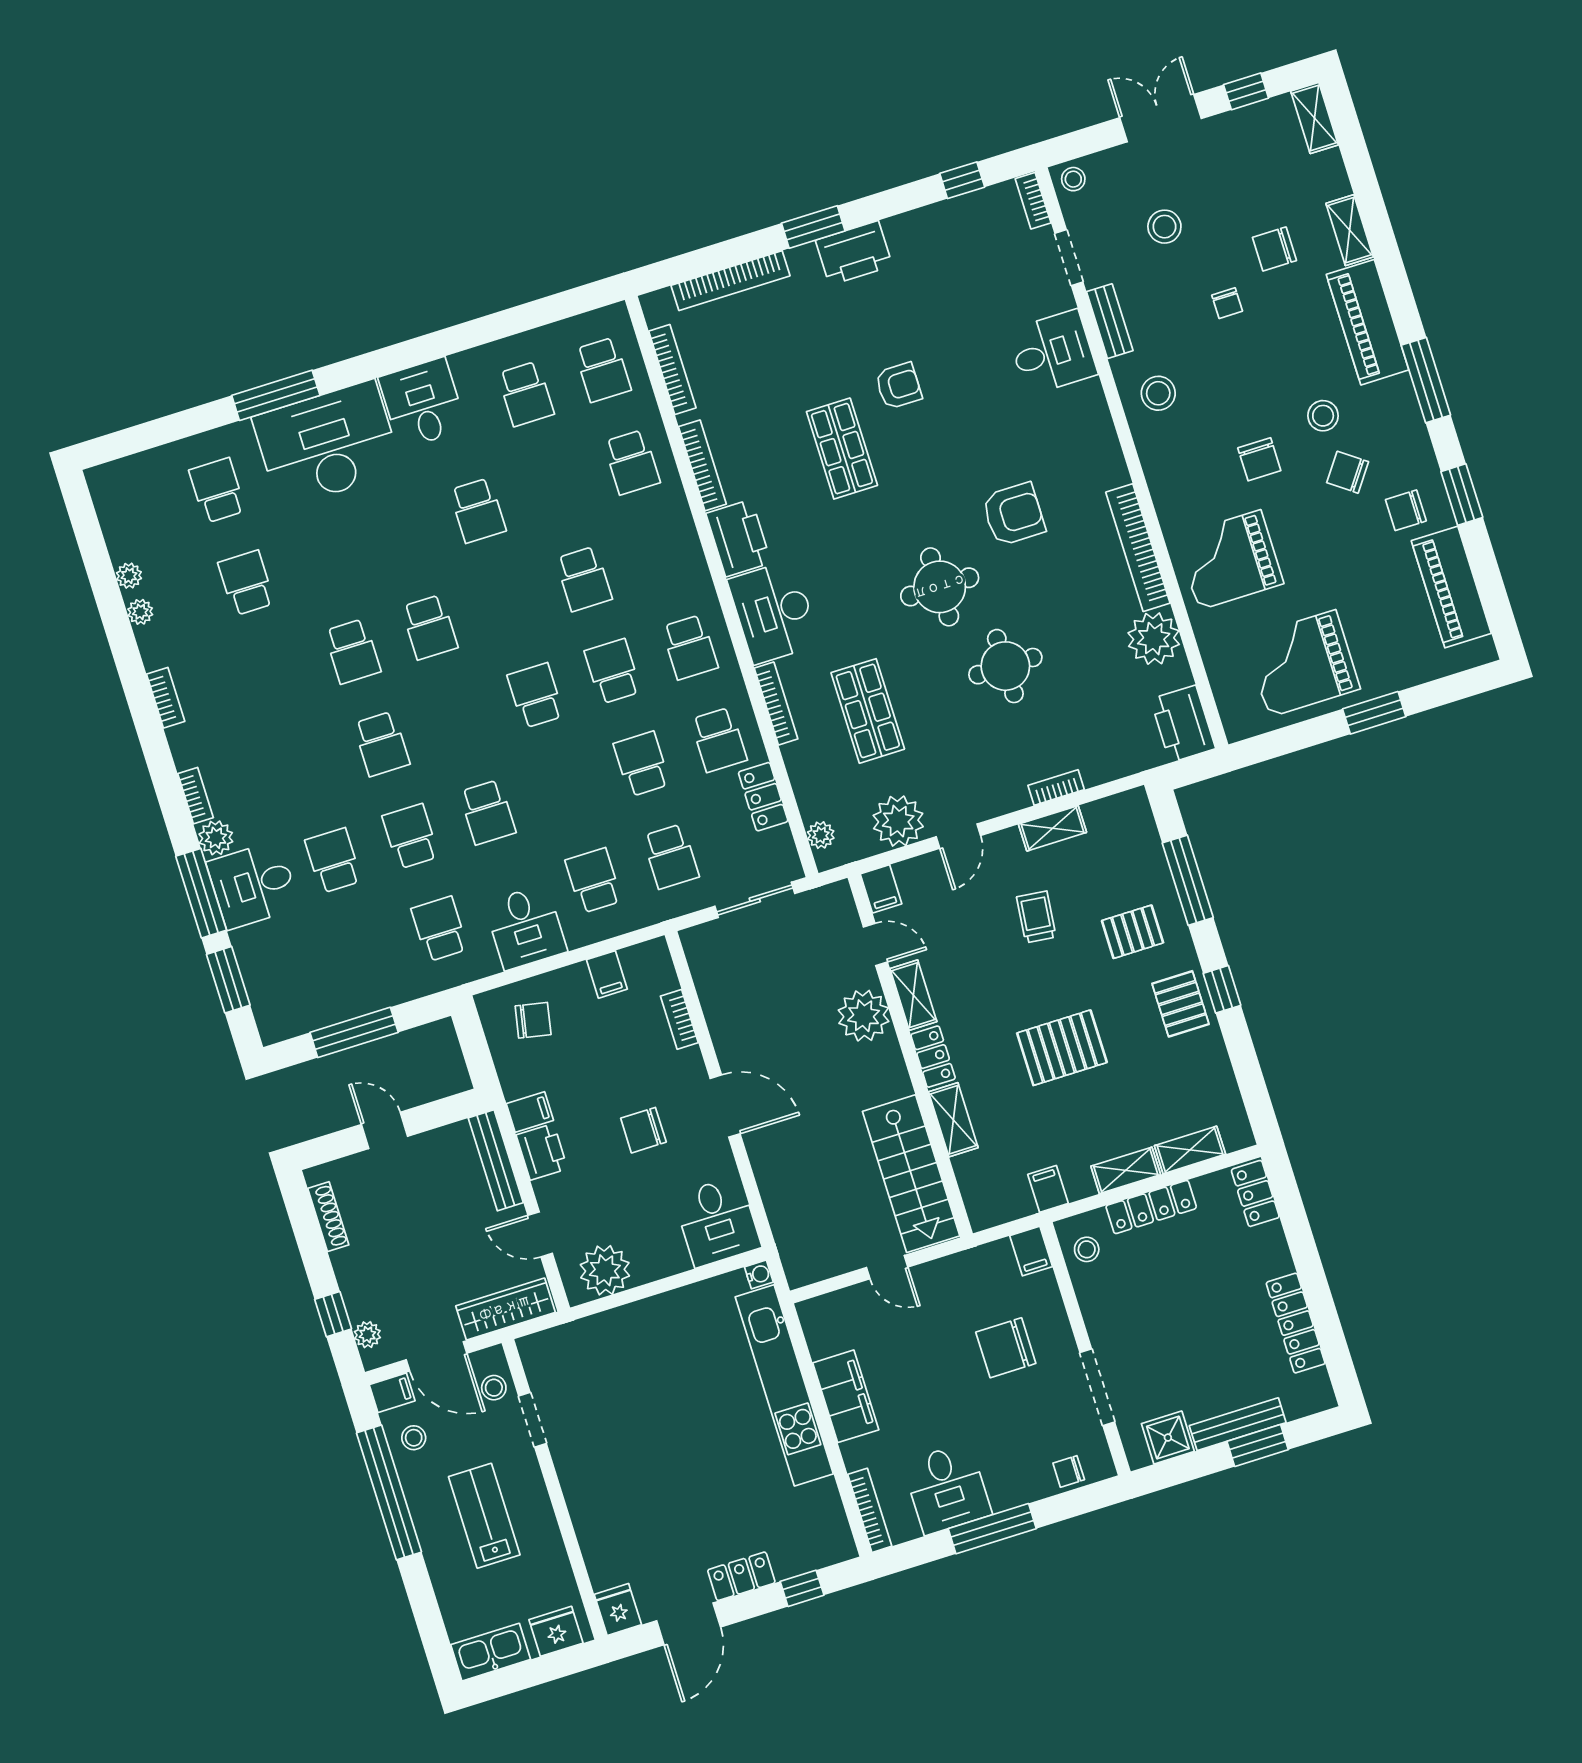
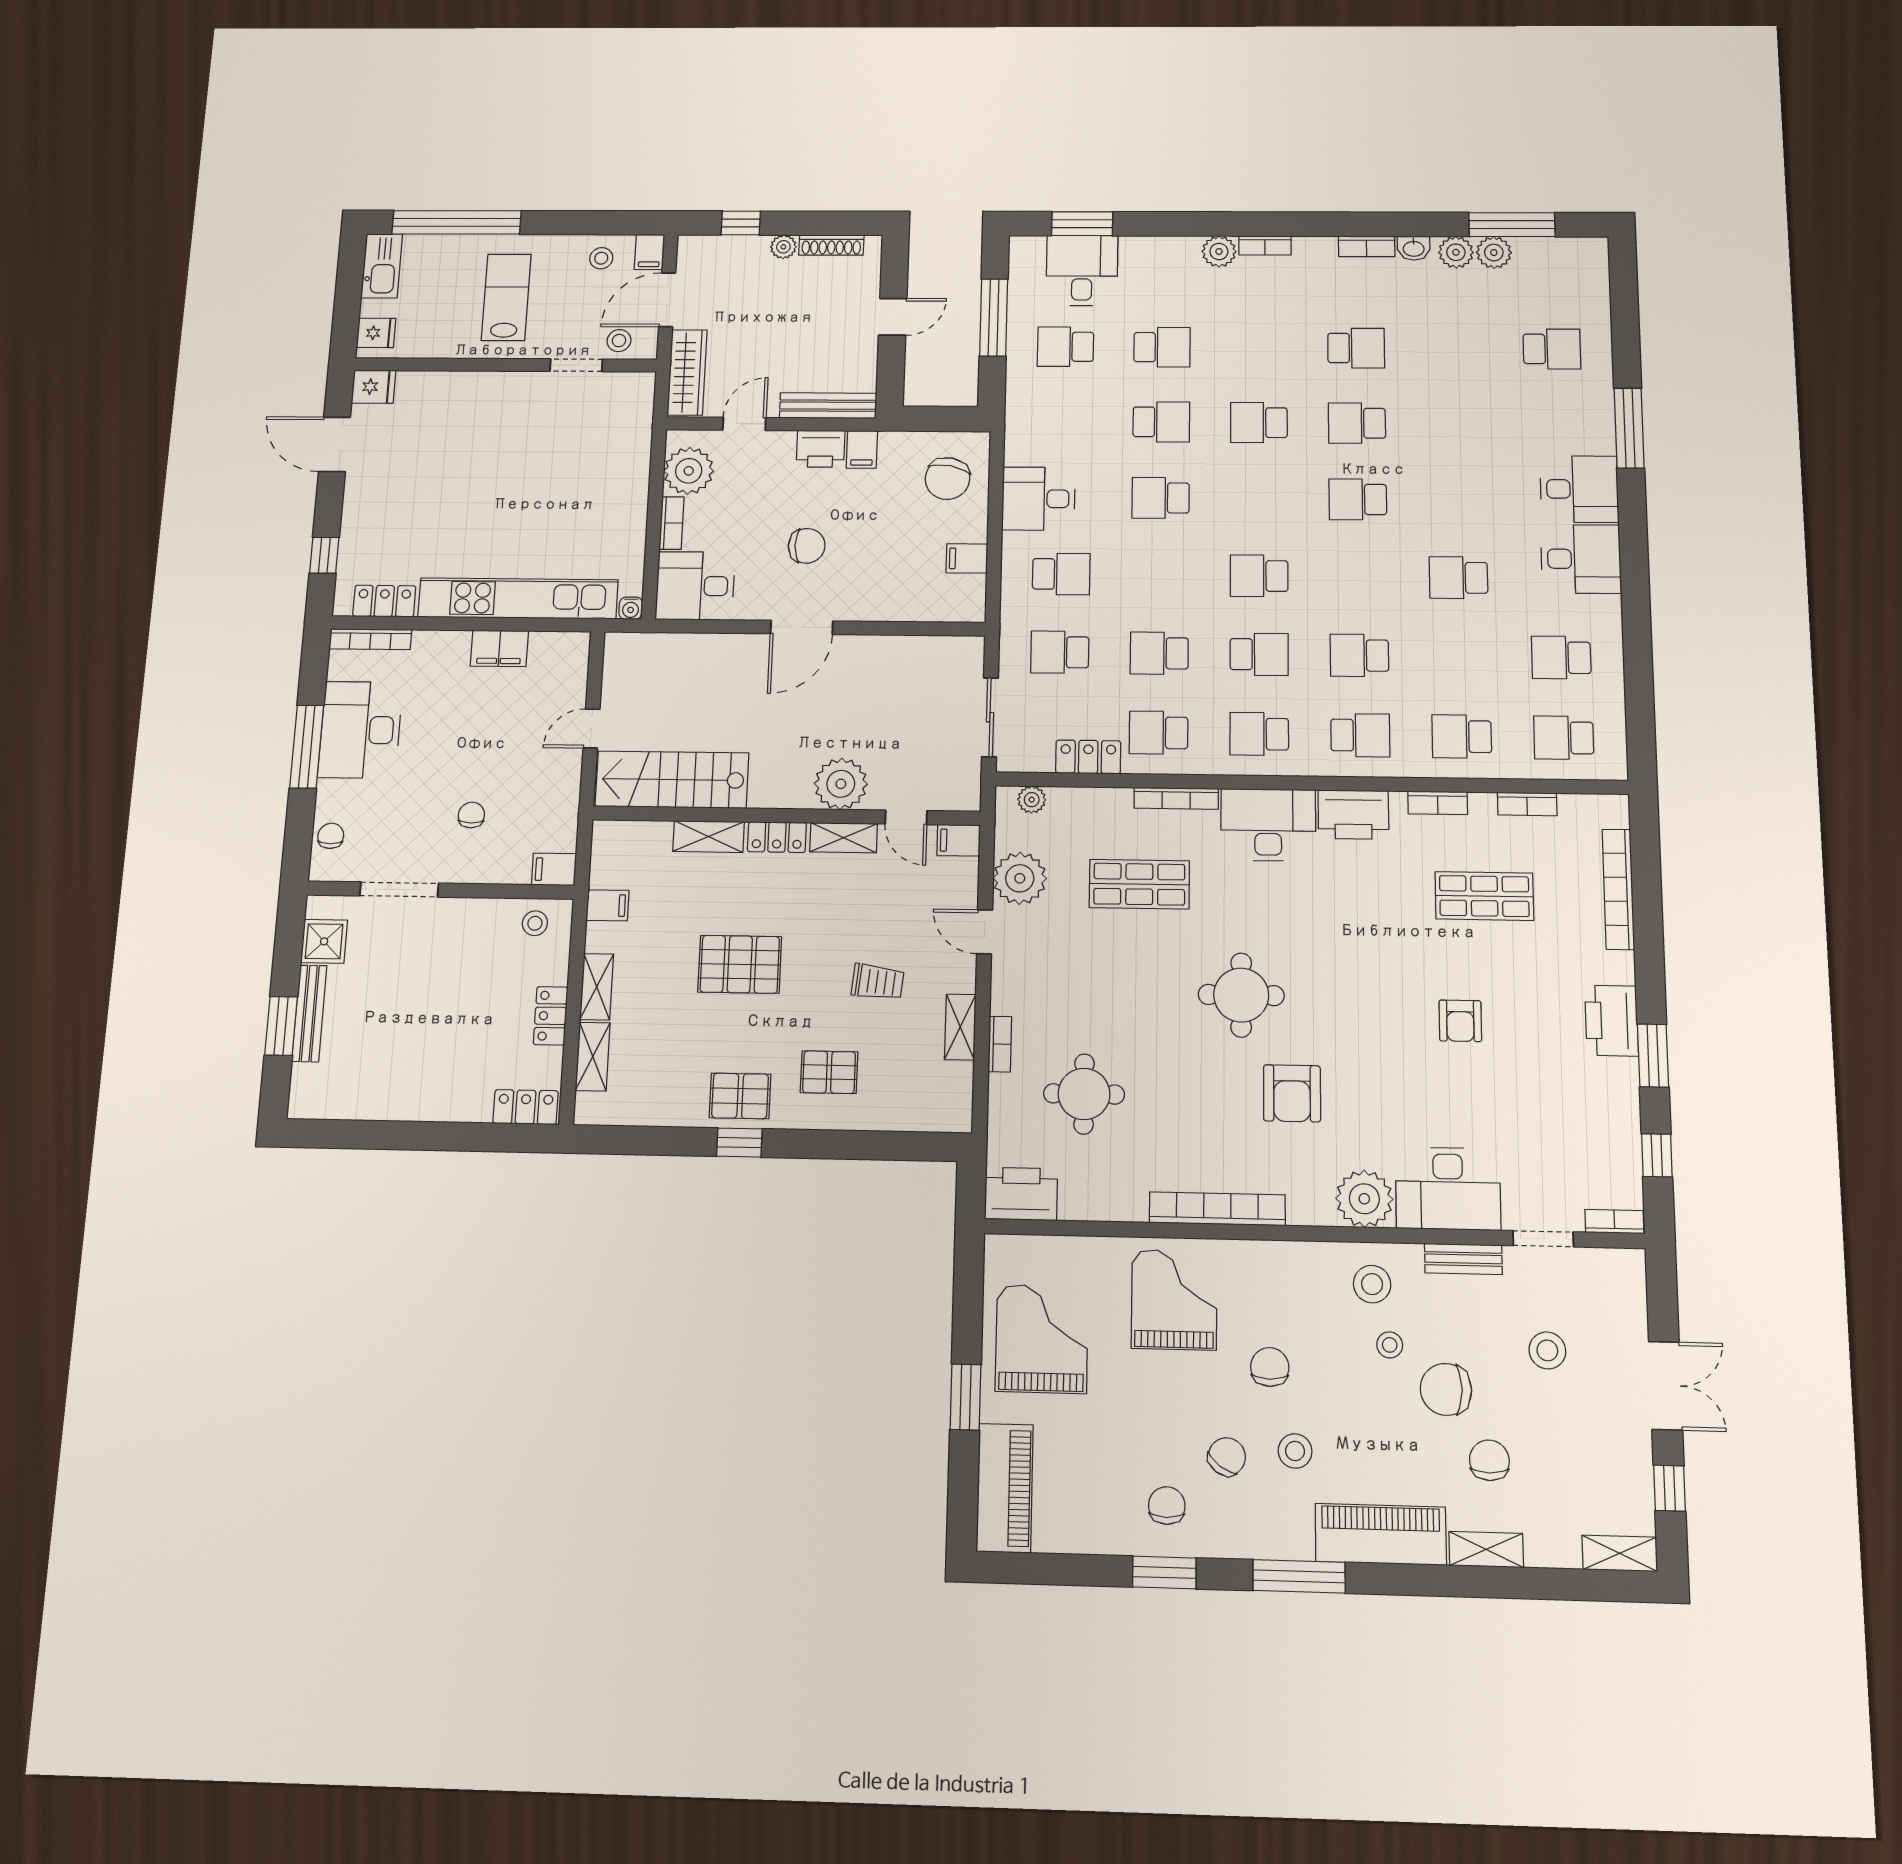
stool: (1073, 179) -> (1390, 1345), moved
window: (813, 227) -> (1653, 1055), moved
chair: (1227, 303) -> (1446, 1389), width x1.87, depth x1.87
desk: (1052, 353) -> (1448, 1188), width x1.37
bookcase: (672, 370) -> (1527, 804), width x0.64
desk: (327, 444) -> (1579, 489), width x0.53, depth x0.77
shop shelf: (842, 449) -> (1484, 896), moved
chair: (1259, 459) -> (1270, 1367), turned 90
bookcase: (702, 465) -> (1438, 803), width x0.64
school desk: (661, 555) -> (1360, 735), added
plant: (129, 576) -> (1494, 253), width x1.38, depth x1.38
school desk: (246, 583) -> (1356, 348), moved
piano: (1451, 587) -> (1005, 1488), moved, turned 90
plant: (140, 612) -> (1456, 252), width x1.38, depth x1.38
plant: (1154, 639) -> (1364, 1199), moved
washbasin: (153, 652) -> (1414, 248), added
round table: (1005, 666) -> (1084, 1094), moved
school desk: (536, 696) -> (1259, 576), turned 180
school desk: (642, 764) -> (1159, 653), turned 180
window: (1188, 880) -> (861, 1145), removed
desk: (253, 885) -> (1082, 270), moved
window: (201, 893) -> (1512, 225), moved
school desk: (439, 929) -> (1065, 347), moved, turned 180
pallet: (1133, 932) -> (829, 1072), turned 90
door: (875, 944) -> (906, 817), hinge flipped
bookcase: (679, 1019) -> (672, 523), moved, turned 90
chair: (533, 1020) -> (947, 479), width x1.37, depth x1.37
pallet: (1062, 1048) -> (740, 964), turned 90
chair: (643, 1130) -> (807, 546), turned 90
locker: (1151, 1207) -> (551, 1016), width x0.66
locker: (1296, 1323) -> (384, 1104), removed
plant: (367, 1335) -> (783, 247), moved
chair: (1006, 1348) -> (471, 815), width x0.54, depth x0.54
filing cabinet: (846, 1396) -> (499, 648), width x0.67, depth x0.86
desk: (947, 1488) -> (360, 730), width x1.37
window: (389, 1492) -> (456, 222), moved
lab bench: (484, 1516) -> (506, 297), turned -90
locker: (741, 1576) -> (384, 601), moved, turned -90
fridge: (556, 1631) -> (376, 333), width x0.72

